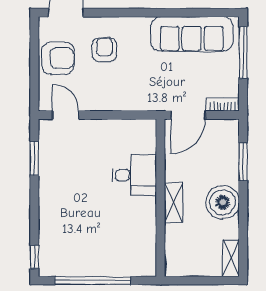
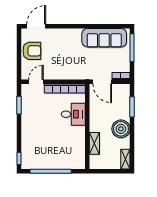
armchair: (104, 50) -> (57, 46), removed
door: (66, 115) -> (36, 82), hinge flipped
door: (188, 115) -> (102, 82), hinge flipped
bookcase: (119, 128) -> (65, 88), added
shelving: (174, 203) -> (94, 143), moved

